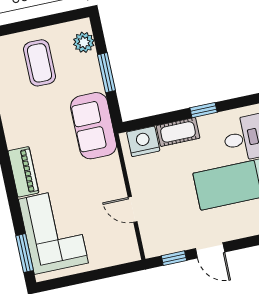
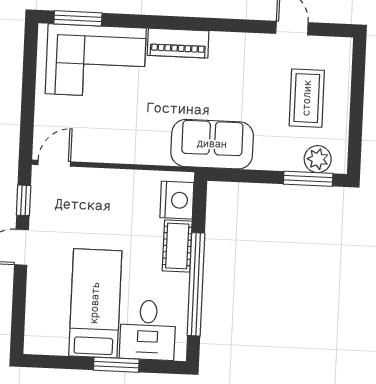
coffee table: (40, 63) -> (307, 98), turned 90
window: (106, 73) -> (308, 179), moved
window: (203, 110) -> (196, 284), width x3.17
door: (133, 209) -> (54, 163), moved

